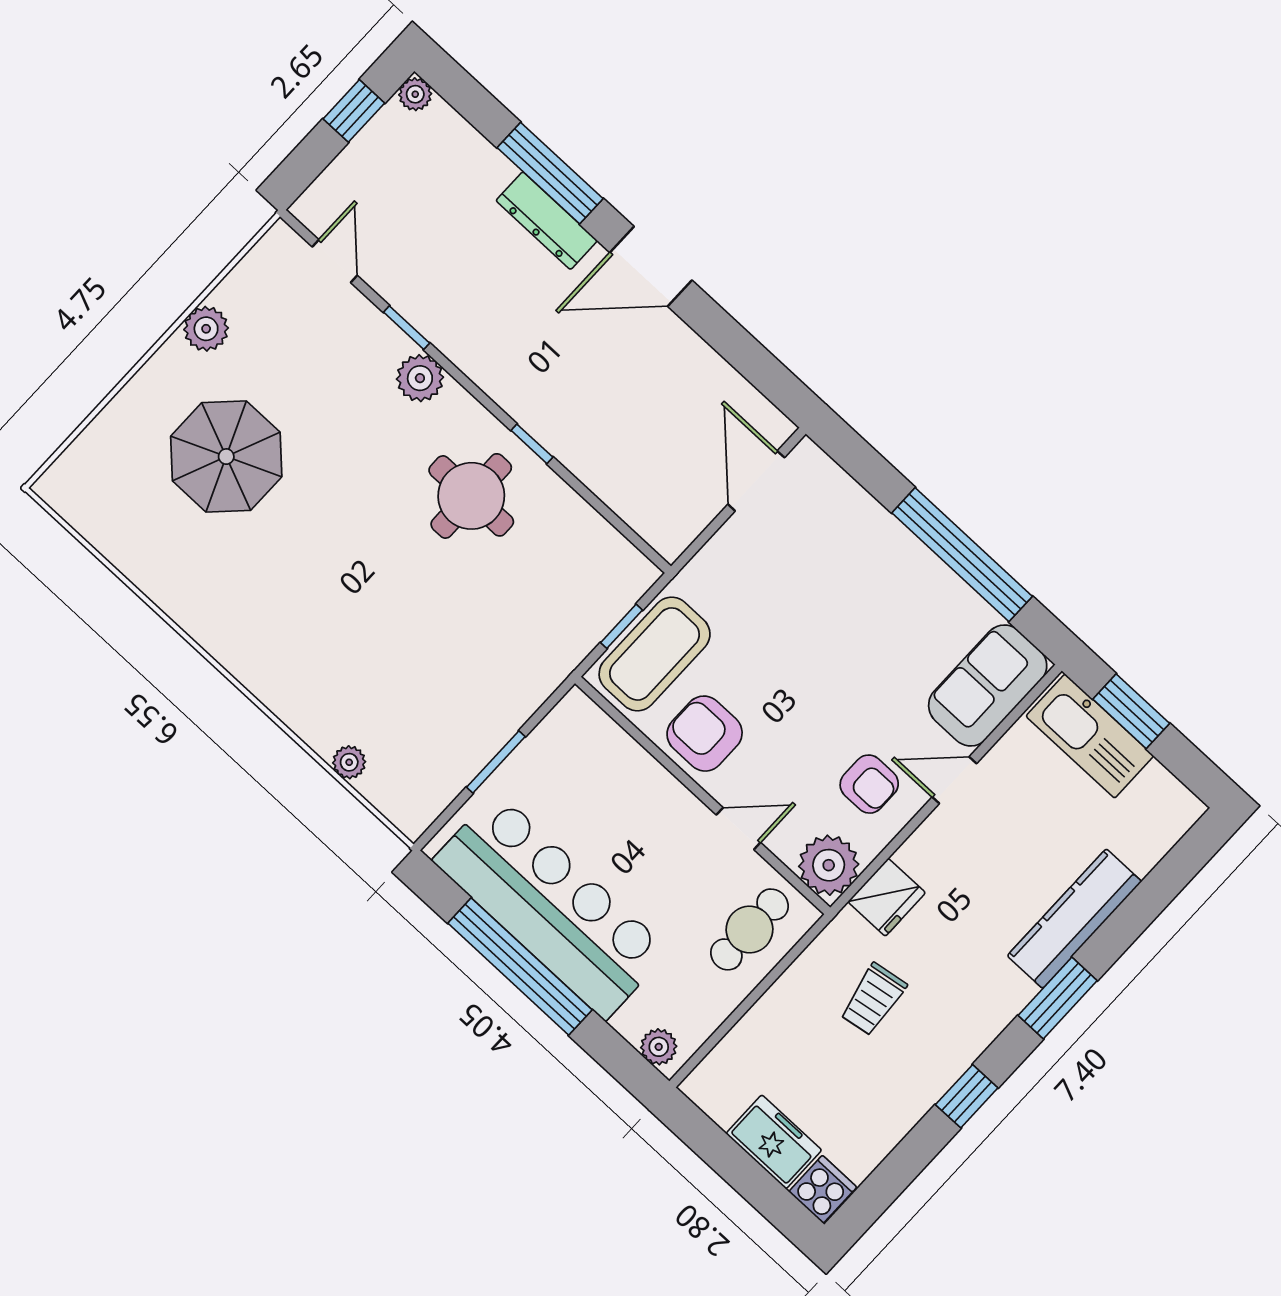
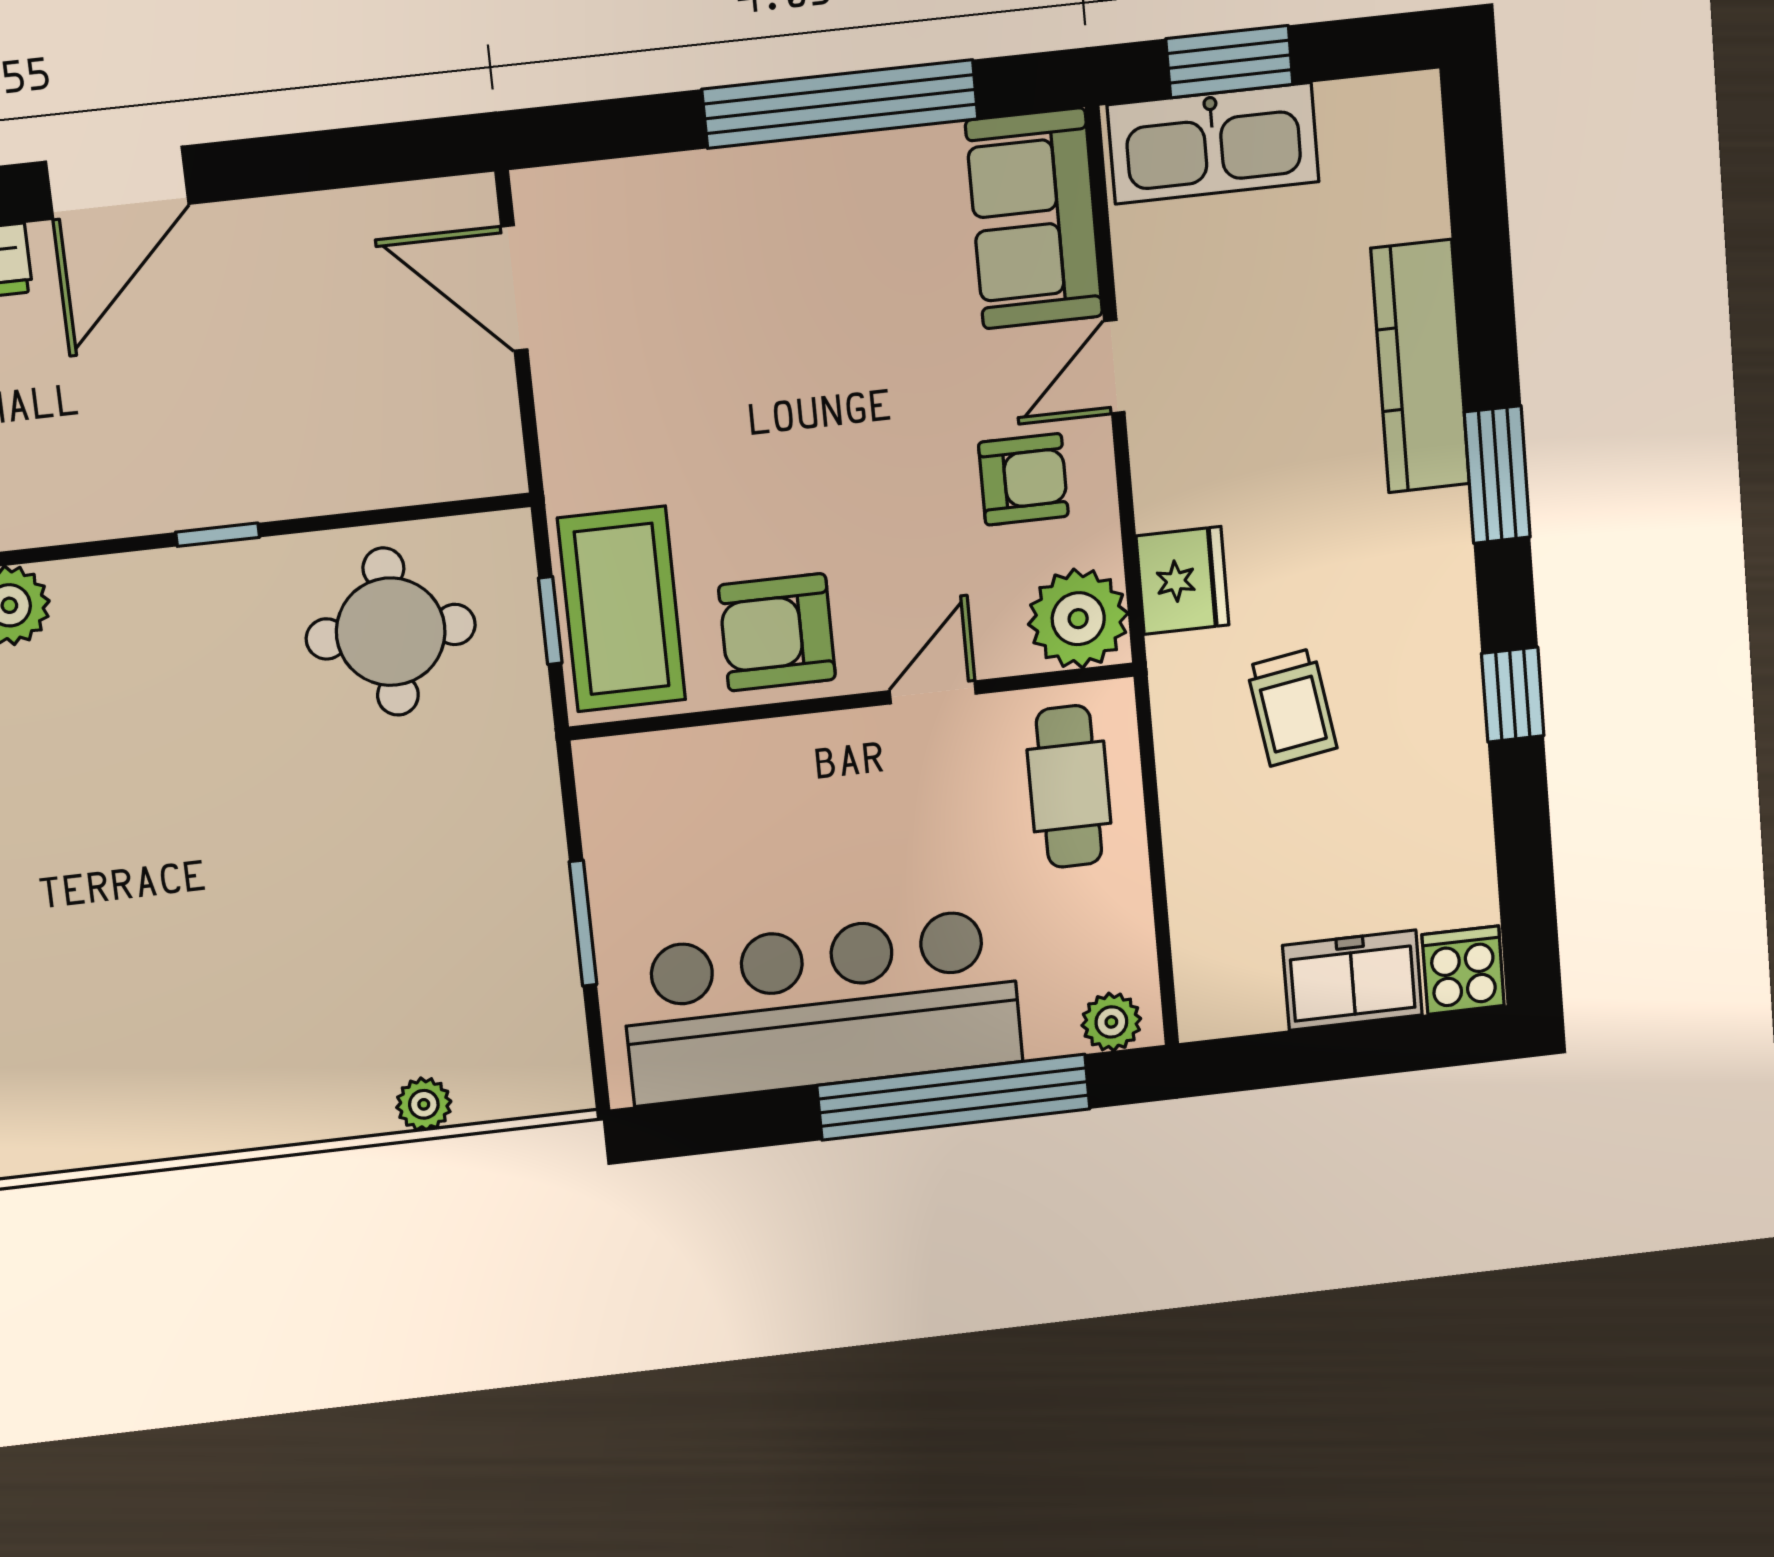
round table: (471, 496) -> (391, 632), moved
window: (520, 967) -> (954, 1097), moved

